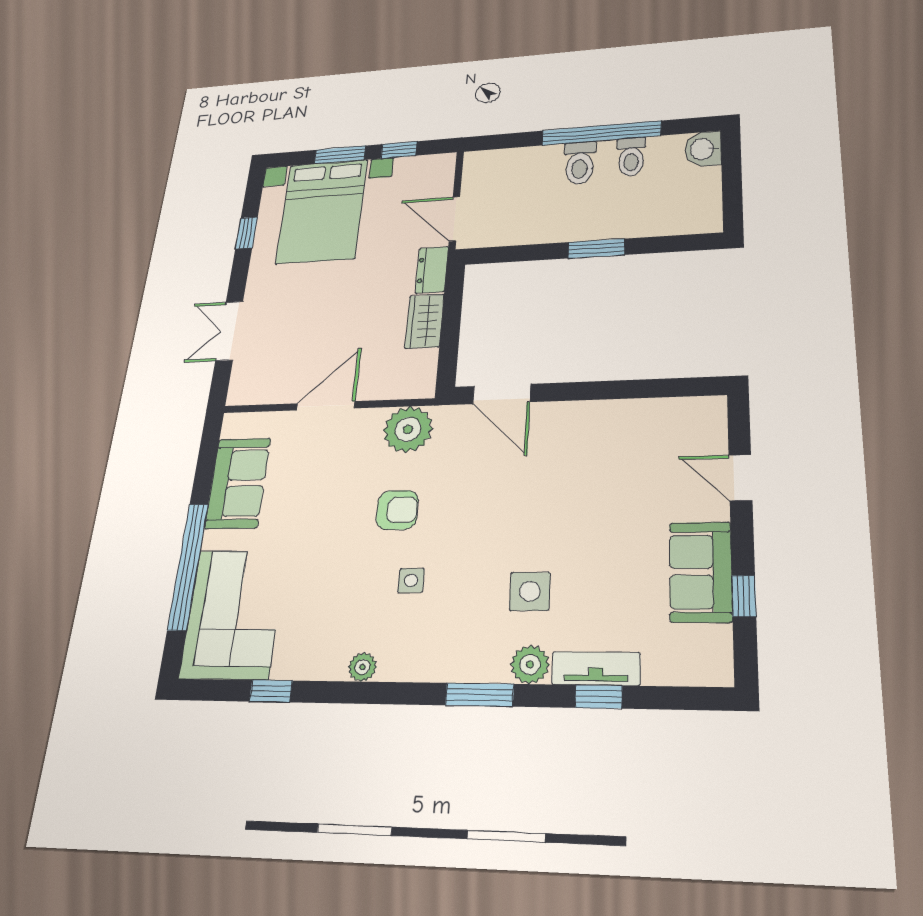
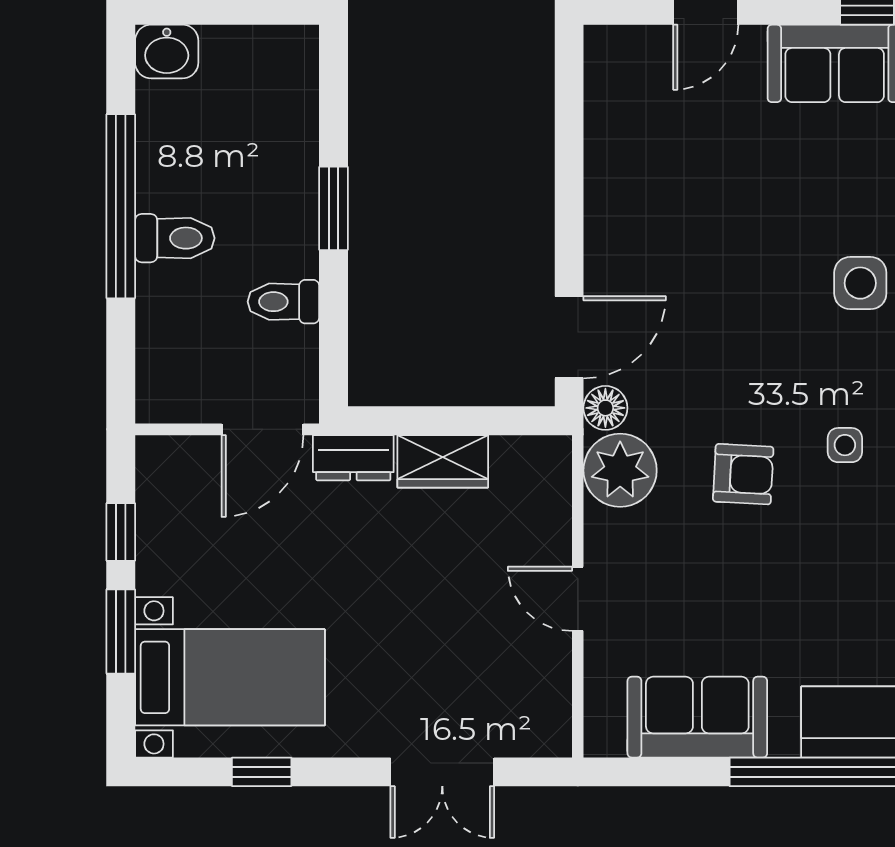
toilet: (631, 157) -> (283, 302), moved, turned 180
bed with nightstands: (322, 211) -> (230, 677), width x0.73
door: (326, 406) -> (578, 599), width x0.73
floor lamp: (451, 419) -> (605, 408), added
armchair: (397, 510) -> (743, 474), turned 93

